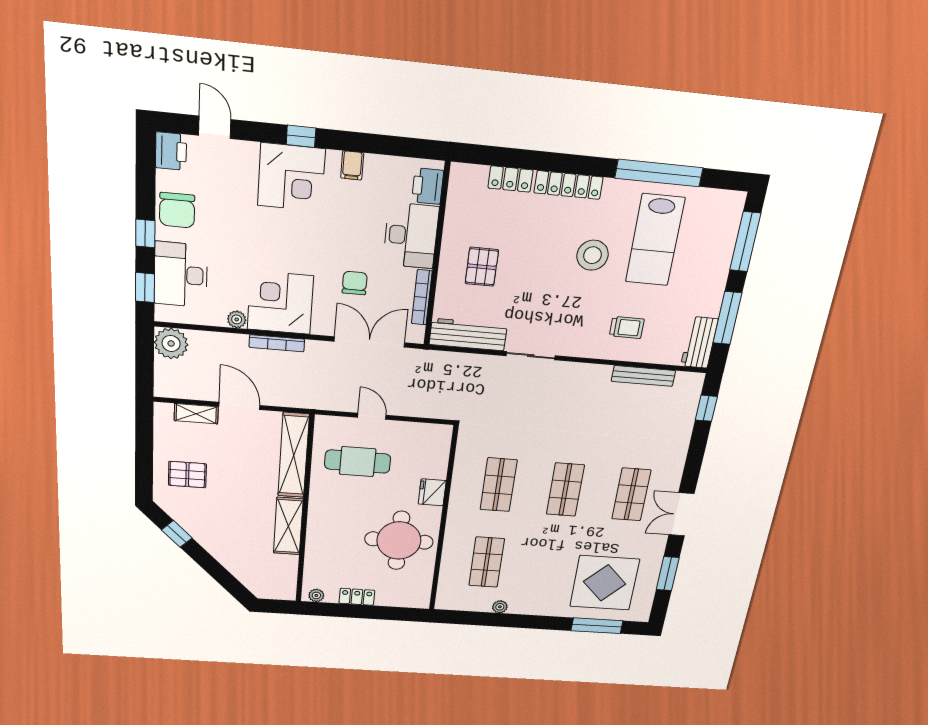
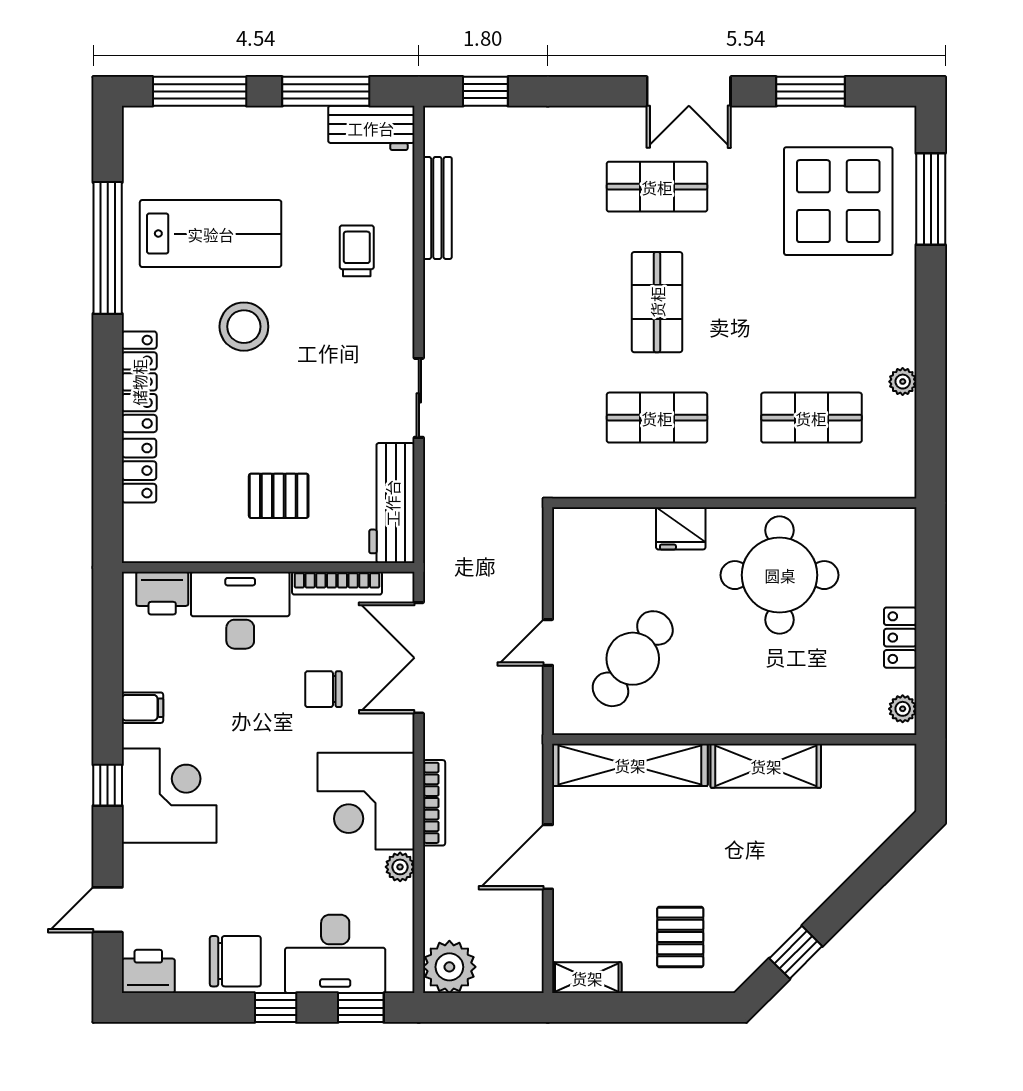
shelving: (196, 414) -> (587, 978), moved, turned 90
cafe table: (358, 462) -> (633, 659), turned 36
shop shelf: (565, 490) -> (657, 302), turned 90

